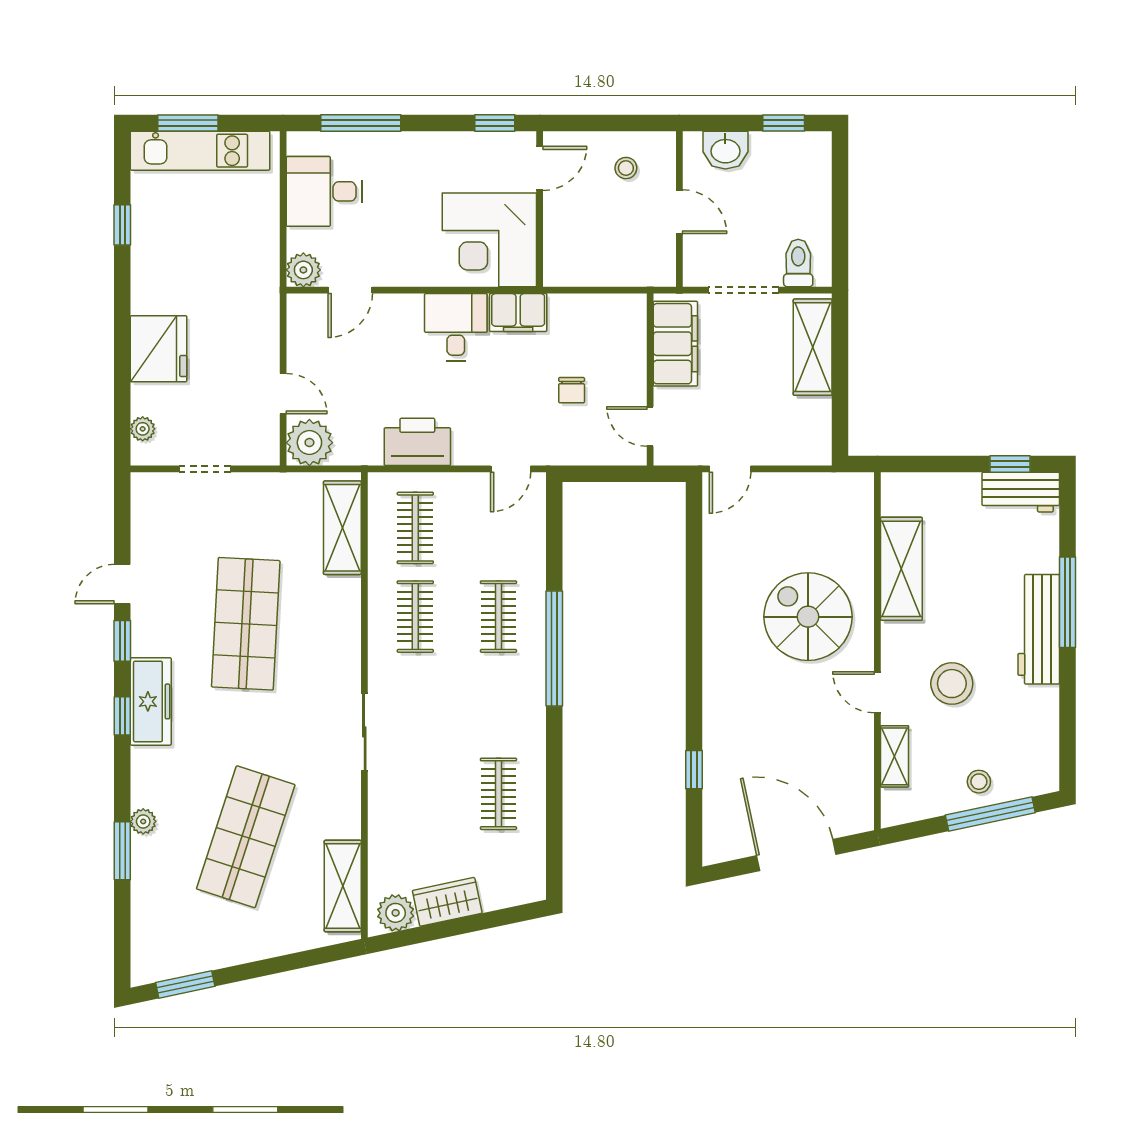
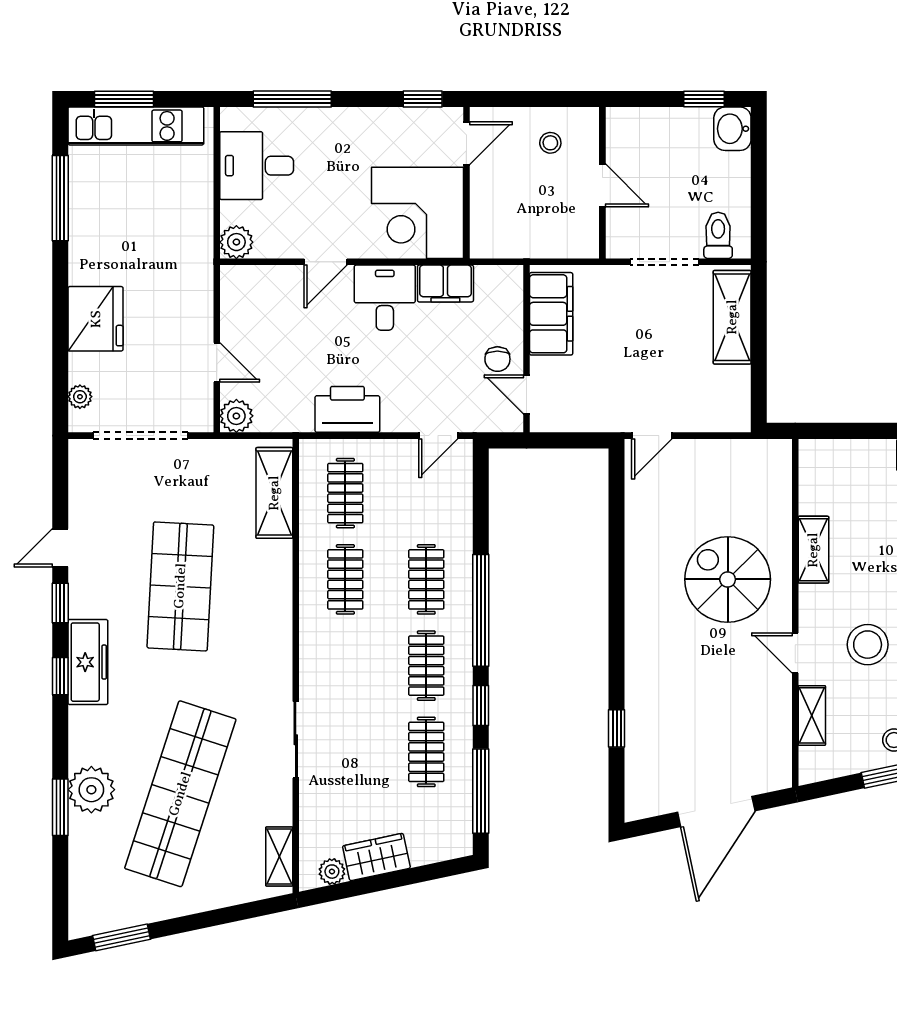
washbasin: (725, 150) -> (732, 129), moved, turned 90
window: (122, 225) -> (60, 198), width x2.17
door: (350, 290) -> (326, 262), moved
filing cabinet: (675, 344) -> (551, 314), moved
wall: (650, 380) -> (526, 349), moved
door: (650, 427) -> (526, 394), moved
plant: (309, 443) -> (236, 416), width x0.73, depth x0.73
doorway: (205, 469) -> (140, 436), width x1.88
shelving: (901, 569) -> (813, 550), width x0.67, depth x0.75
clothes rail: (498, 705) -> (426, 666), added
sliding door: (364, 732) -> (296, 740), moved
window: (554, 746) -> (481, 705), added
plant: (143, 821) -> (91, 790), width x1.87, depth x1.87
window: (554, 834) -> (481, 791), added
shop shelf: (246, 837) -> (180, 794), width x1.40
door: (796, 855) -> (716, 812), swing flipped
shelving: (343, 886) -> (279, 857), width x0.67, depth x0.75
plant: (396, 913) -> (332, 872), width x0.73, depth x0.73

